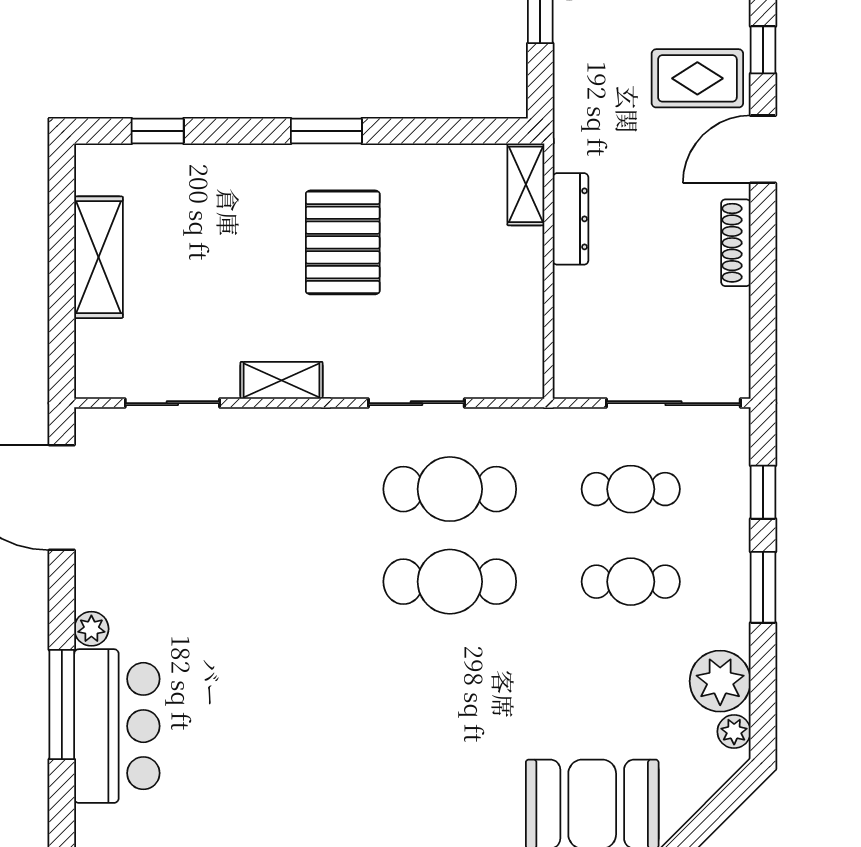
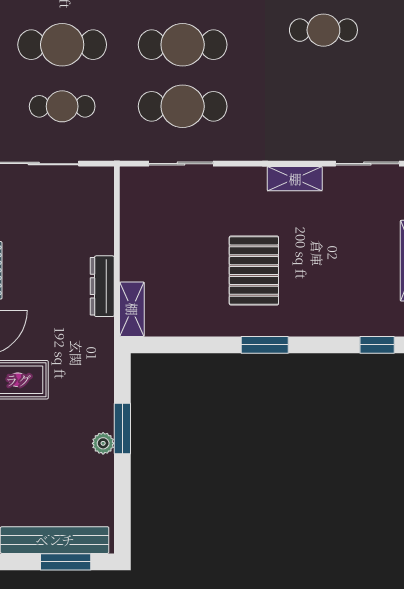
sliding door: (416, 403) -> (181, 164), moved
cafe table: (631, 582) -> (62, 45), width x1.37, depth x1.35
cafe table: (238, 604) -> (323, 30), added

